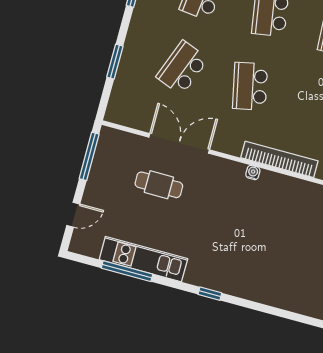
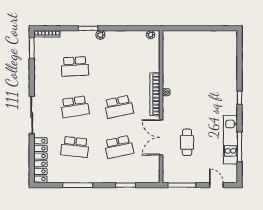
school desk: (182, 68) -> (119, 147), turned -33
bookcase: (279, 159) -> (155, 94), moved

